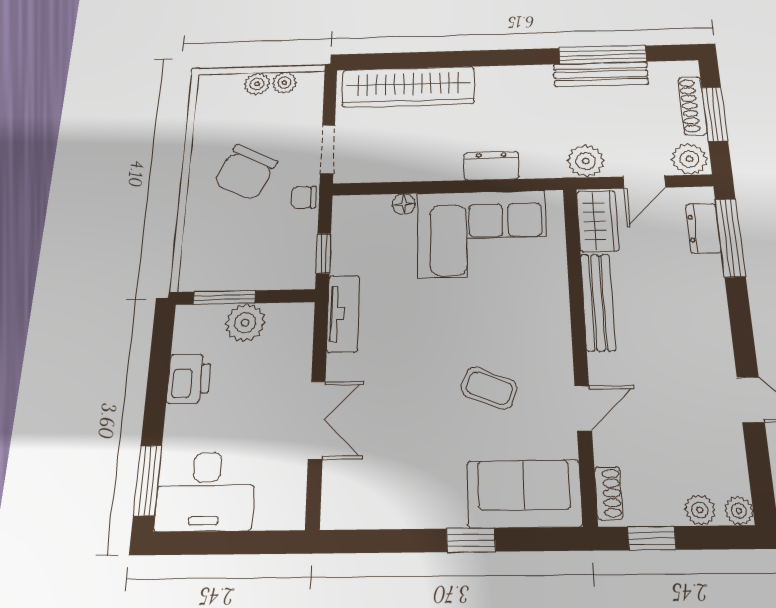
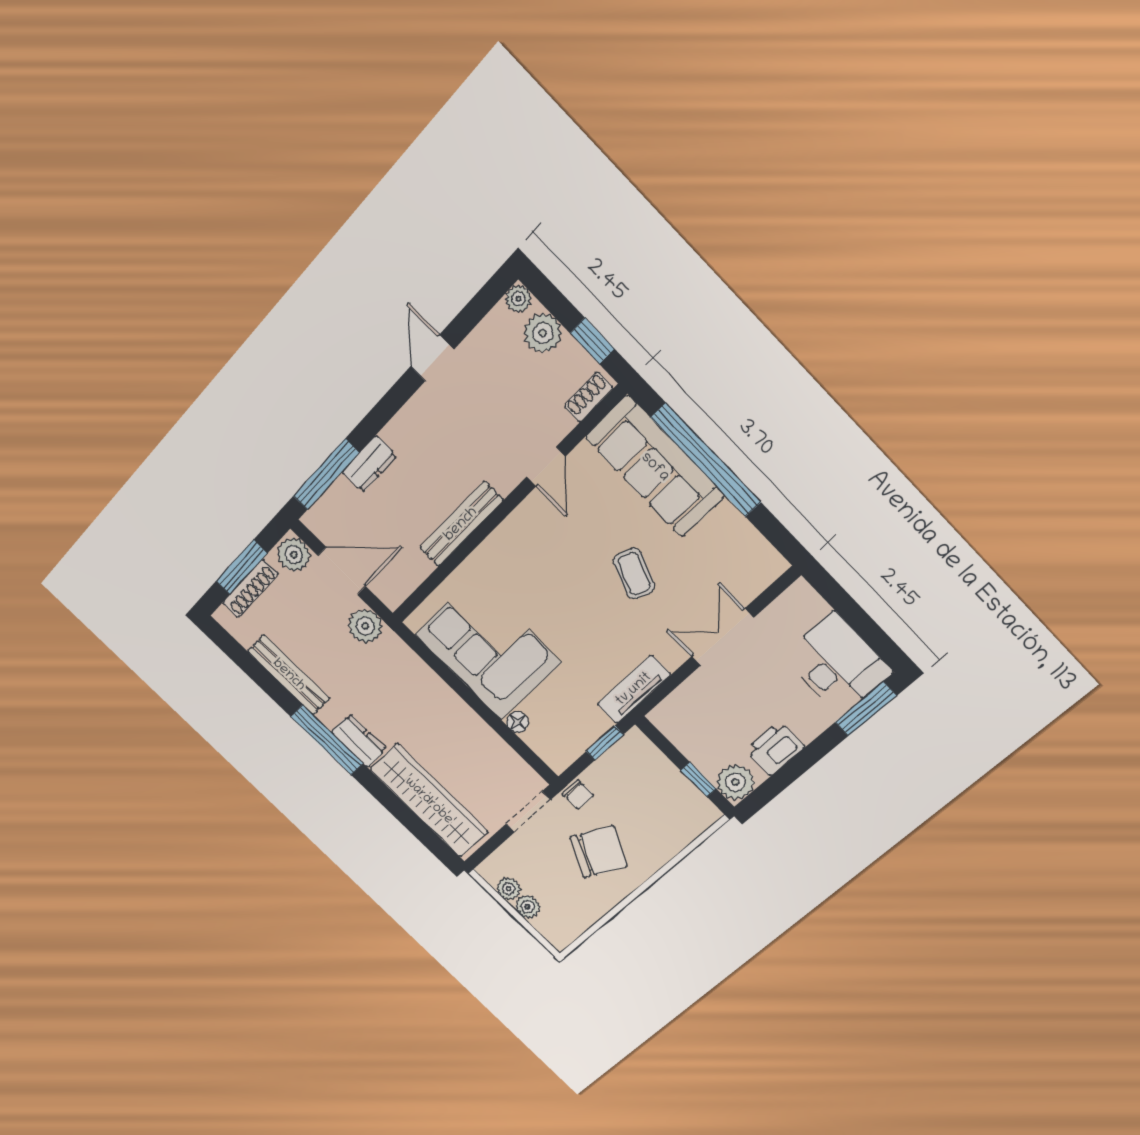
window: (603, 55) -> (327, 740), moved
dresser: (492, 166) -> (359, 741), moved, turned 180
door: (644, 182) -> (342, 571), width x1.38
wardrobe: (598, 221) -> (402, 577), removed
dresser: (703, 228) -> (369, 464), moved
window: (224, 297) -> (699, 780), width x0.67
plant: (245, 323) -> (735, 782), moved
coffee table: (489, 388) -> (634, 574), moved
door: (583, 408) -> (546, 467), swing flipped
sofa: (524, 494) -> (655, 467), width x1.36
plant: (700, 510) -> (543, 333), width x1.38, depth x1.38
window: (471, 540) -> (706, 460), width x3.17

